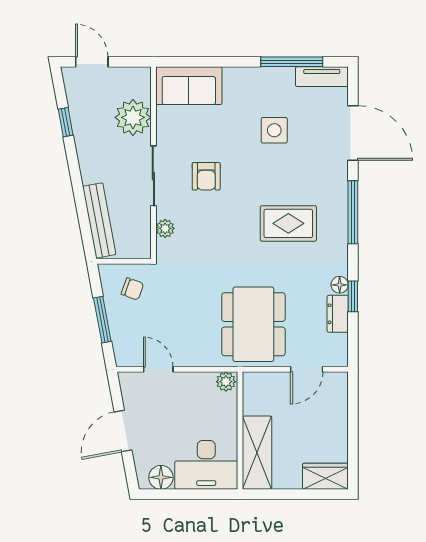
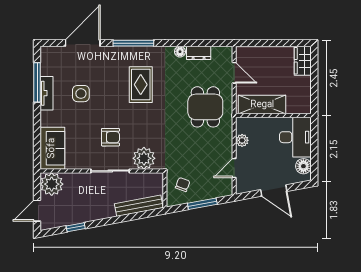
tv unit: (322, 77) -> (47, 93), moved
plant: (133, 117) -> (52, 184), moved
plant: (165, 228) -> (144, 158), width x1.88, depth x1.88
window: (353, 296) -> (187, 43), removed
dining table: (253, 324) -> (205, 107), width x0.73
plant: (226, 382) -> (242, 140), moved
shelving: (257, 453) -> (262, 105), moved

